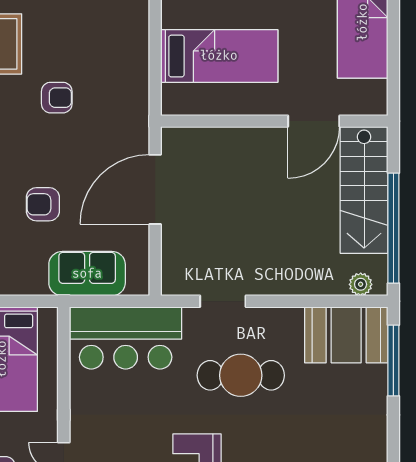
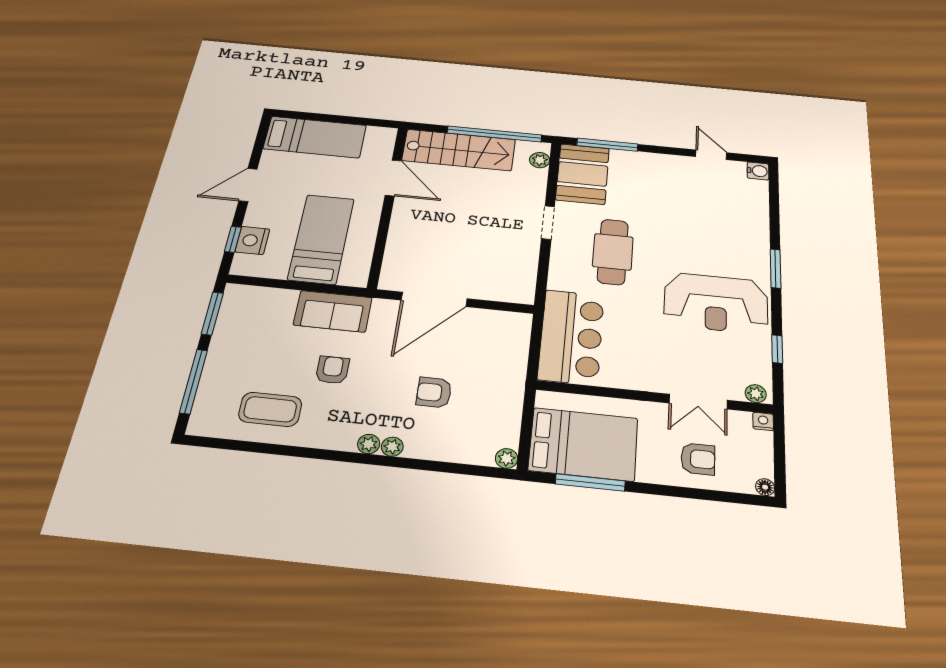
door: (155, 189) -> (434, 299), hinge flipped
armchair: (43, 204) -> (434, 392), turned 90
sofa: (87, 274) -> (333, 311), moved, turned -90
doorway: (223, 301) -> (548, 223), moved

